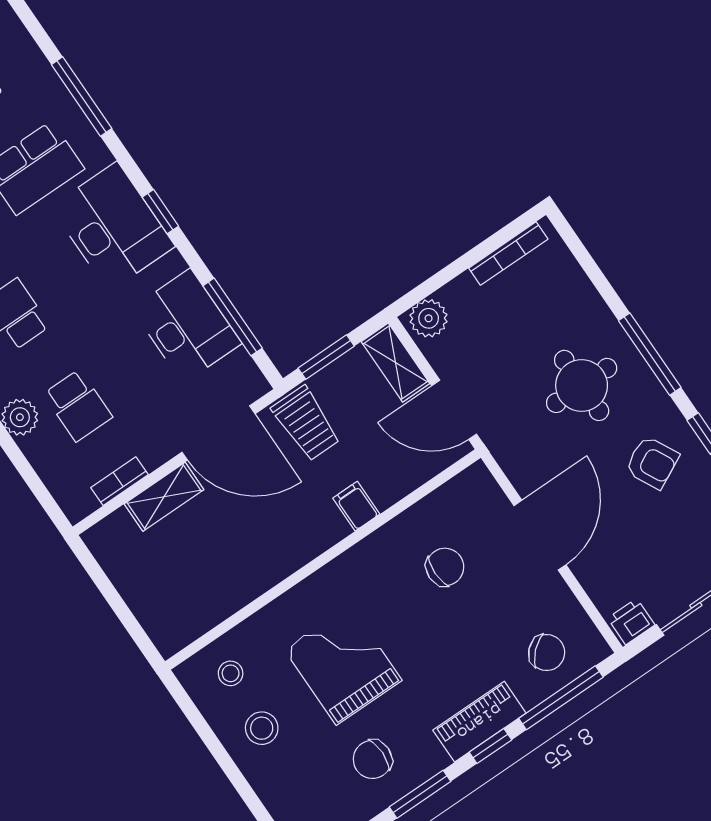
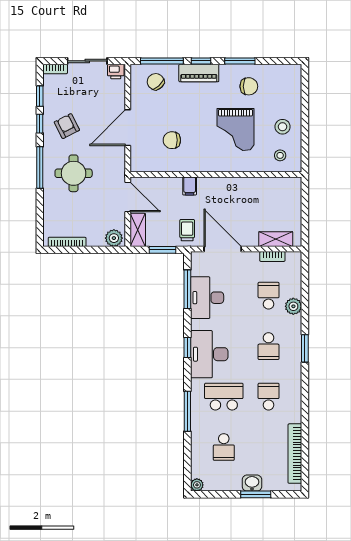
trolley: (306, 423) -> (187, 230), width x0.73, depth x0.72
shelving: (164, 497) -> (276, 239), moved

